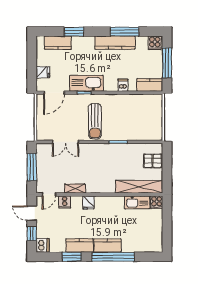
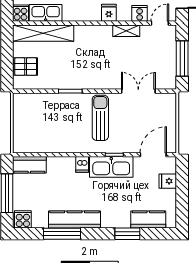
dishwasher: (123, 85) -> (82, 164), moved

